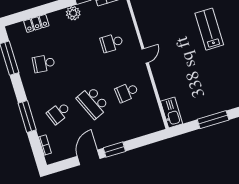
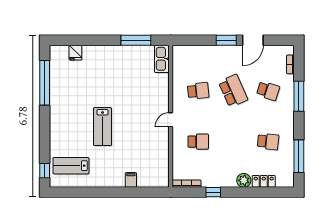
plant: (73, 13) -> (244, 180), moved
school desk: (59, 113) -> (268, 91), turned 39
window: (213, 120) -> (136, 40), moved

